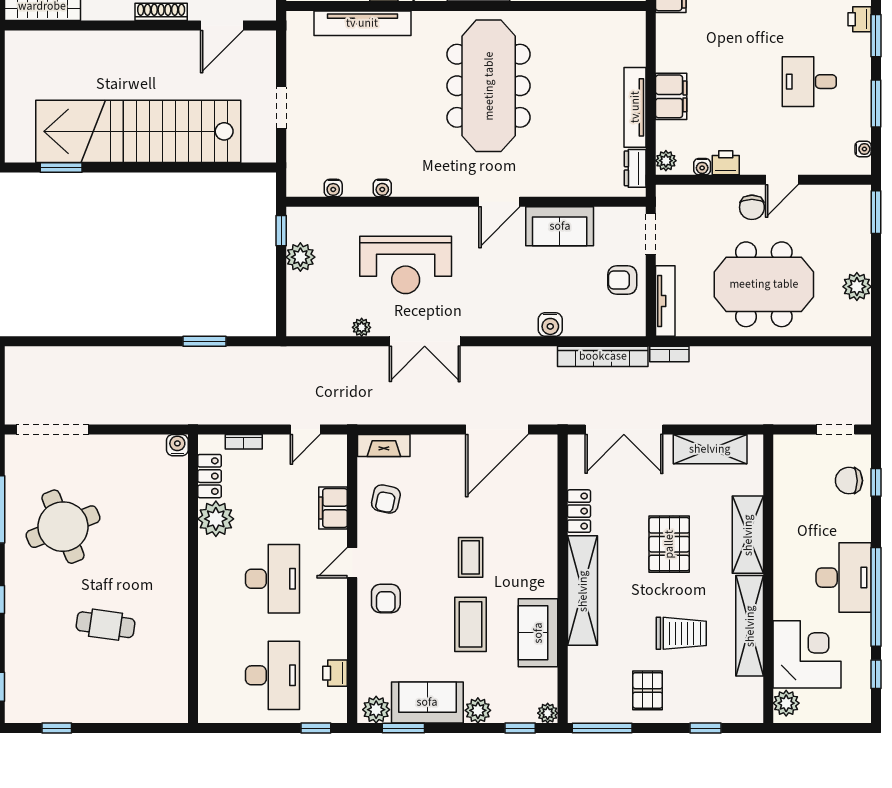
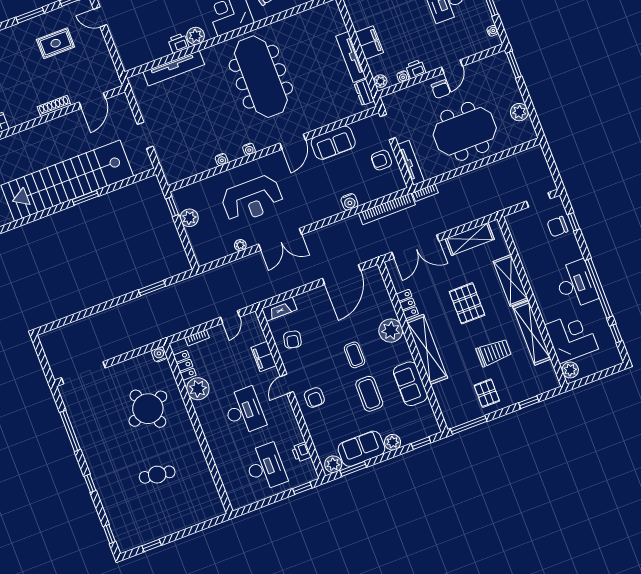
window: (61, 168) -> (85, 198), moved
water cooler: (333, 188) -> (249, 149), moved
round table: (63, 527) -> (148, 409), moved
plant: (548, 713) -> (391, 331), moved, width x1.87, depth x1.87

